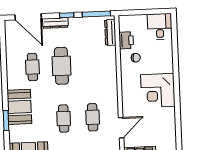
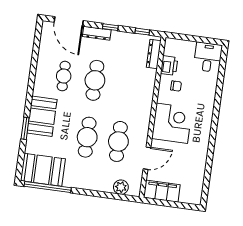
window: (96, 14) -> (142, 32), width x0.46
corner desk: (158, 90) -> (172, 123), moved, turned 180
cafe table: (93, 117) -> (118, 141), width x1.37, depth x1.35
cafe table: (64, 119) -> (87, 137), width x1.37, depth x1.35

